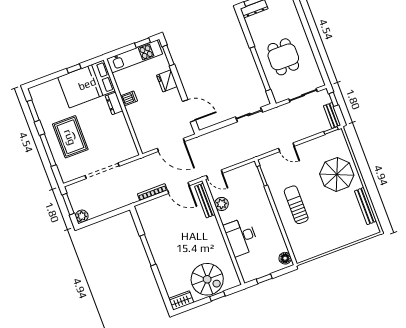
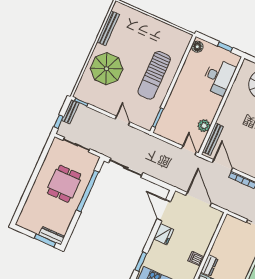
fridge: (167, 81) -> (164, 234), moved
sliding door: (249, 115) -> (126, 168), width x1.37
sun lounger: (296, 205) -> (154, 75), width x1.36, depth x1.34
desk: (241, 237) -> (219, 77), moved

